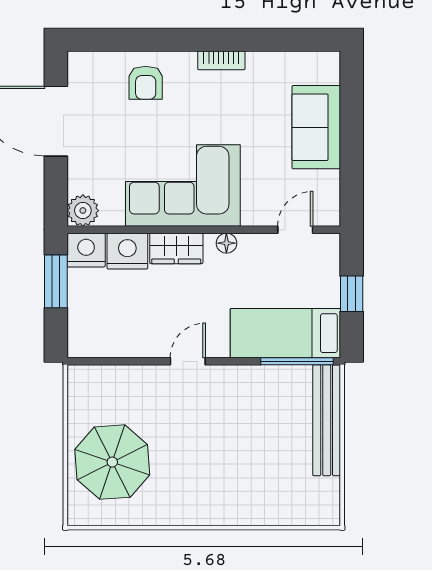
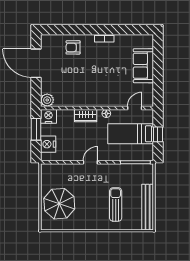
armchair: (146, 83) -> (73, 47), turned 90
corner sofa: (183, 185) -> (88, 90), removed
nightstand: (127, 251) -> (48, 144), moved, turned -90
bed: (285, 333) -> (131, 134), moved
bench: (327, 420) -> (148, 207), moved
sun lounger: (249, 464) -> (116, 204), added

